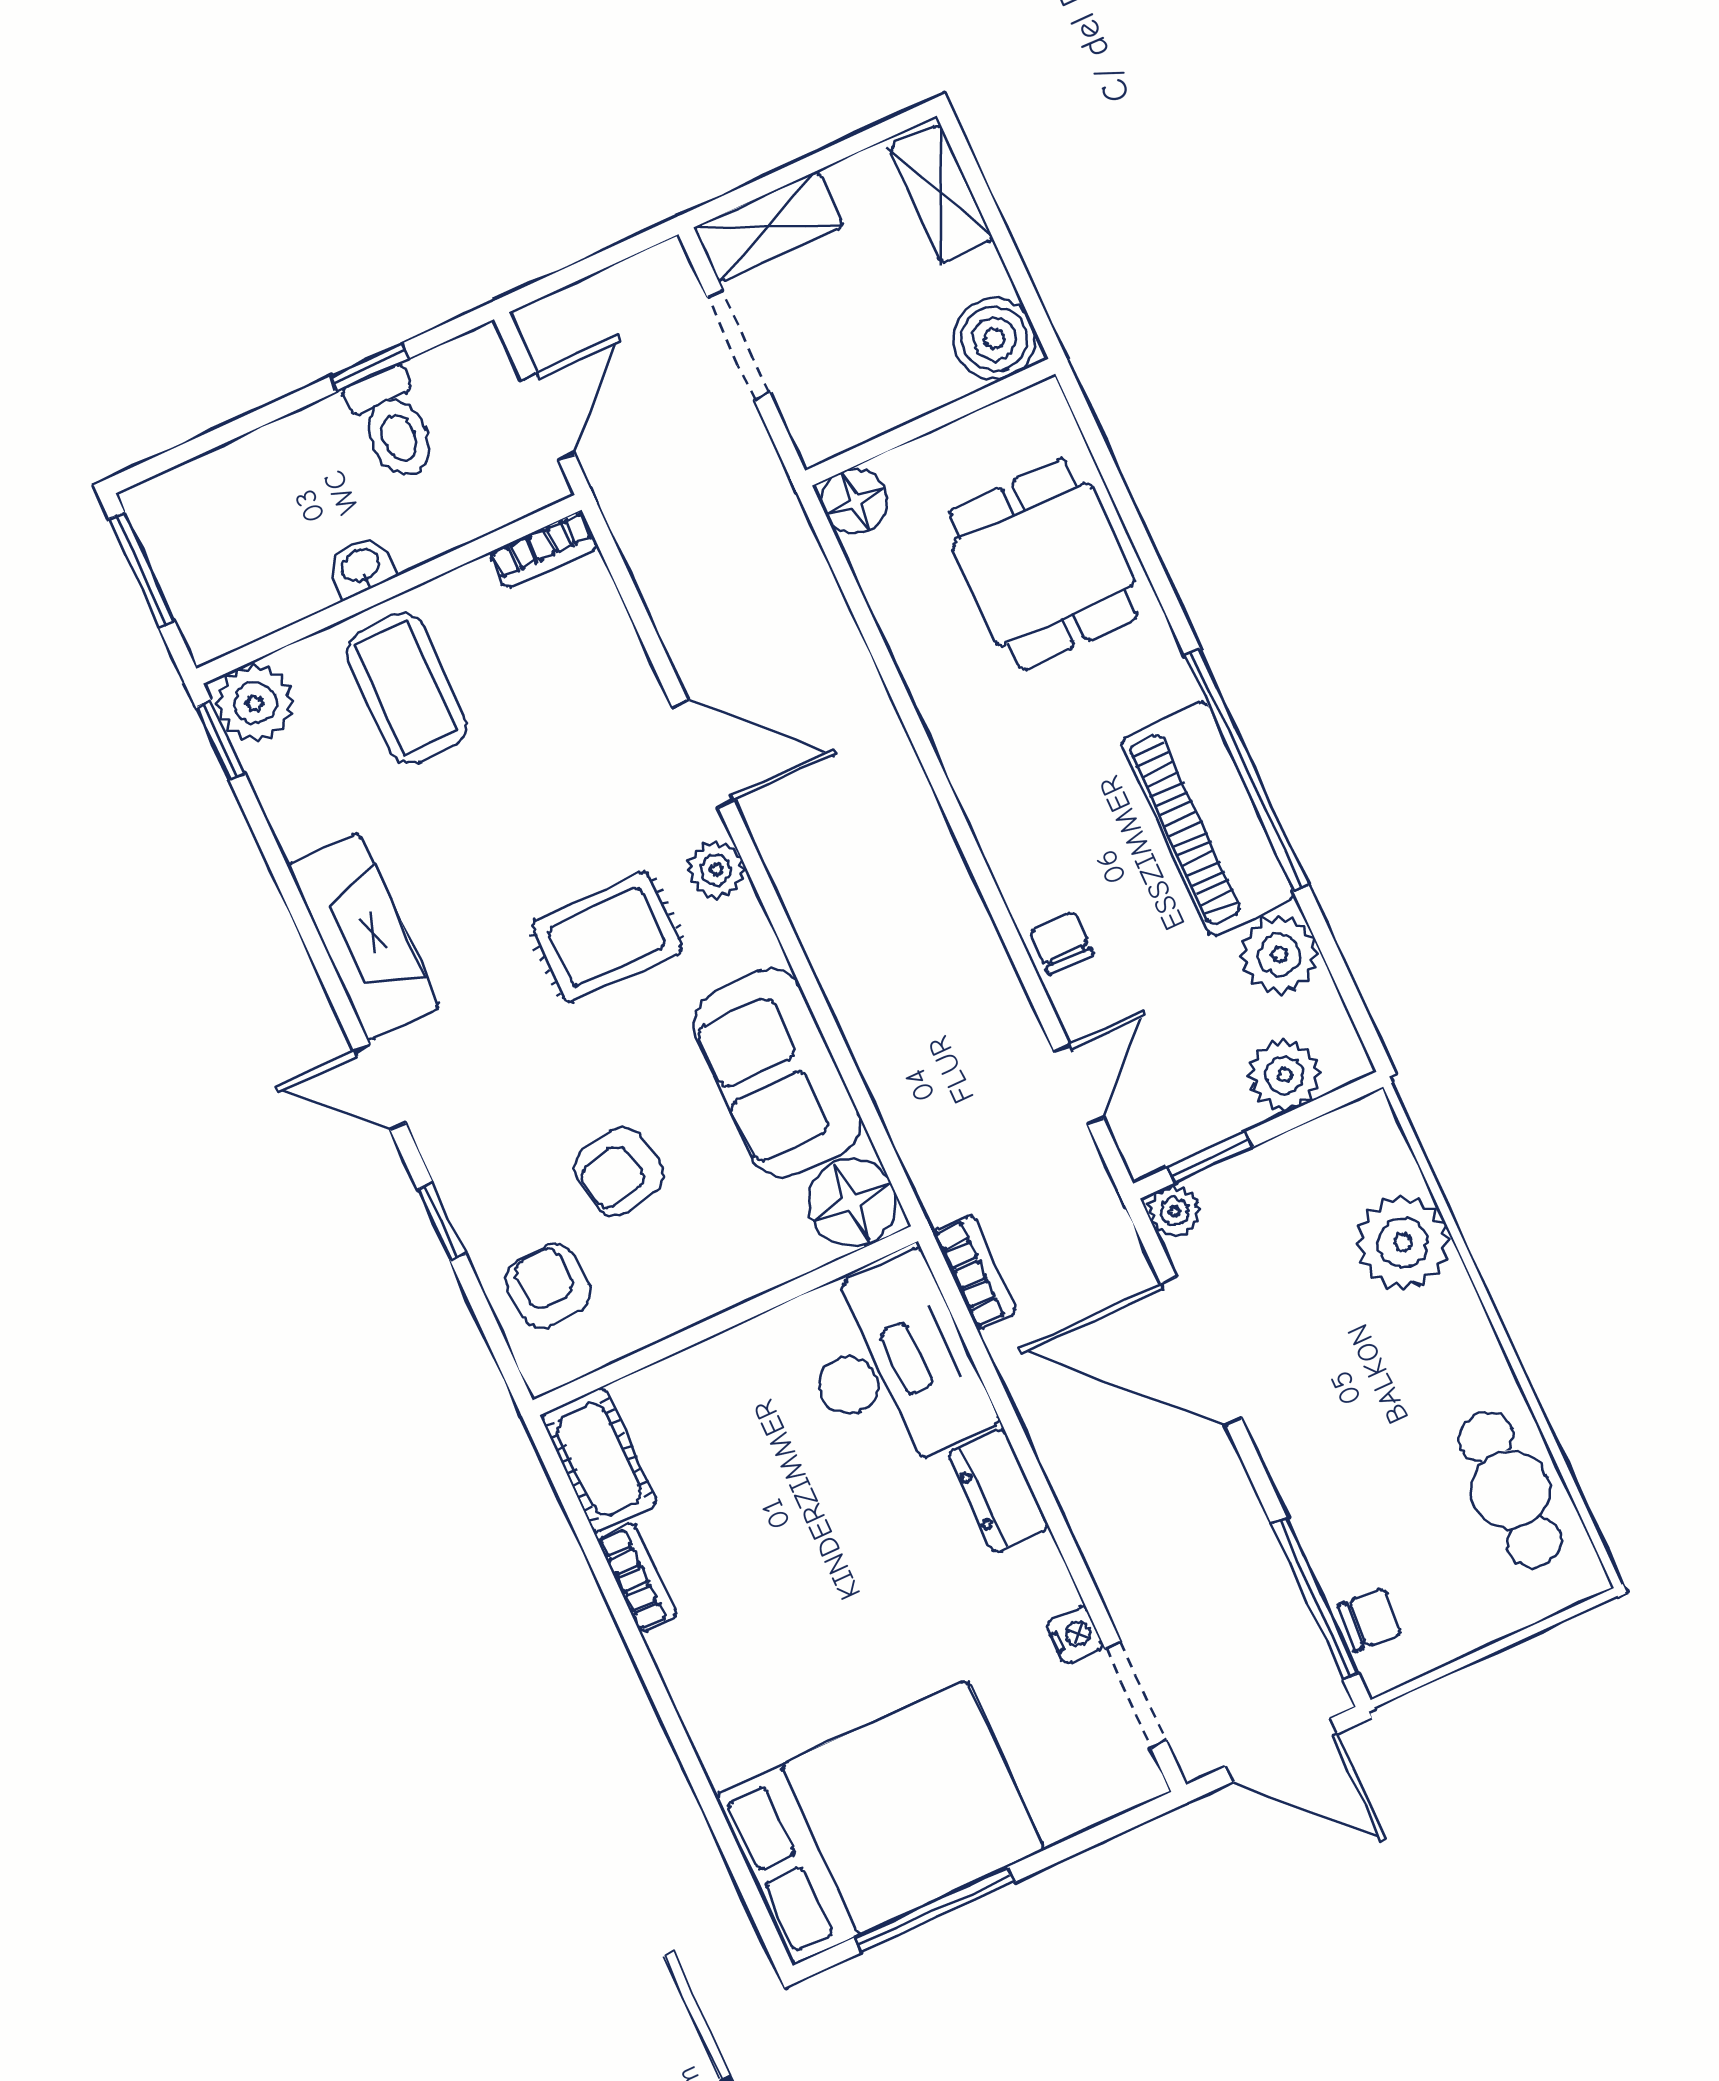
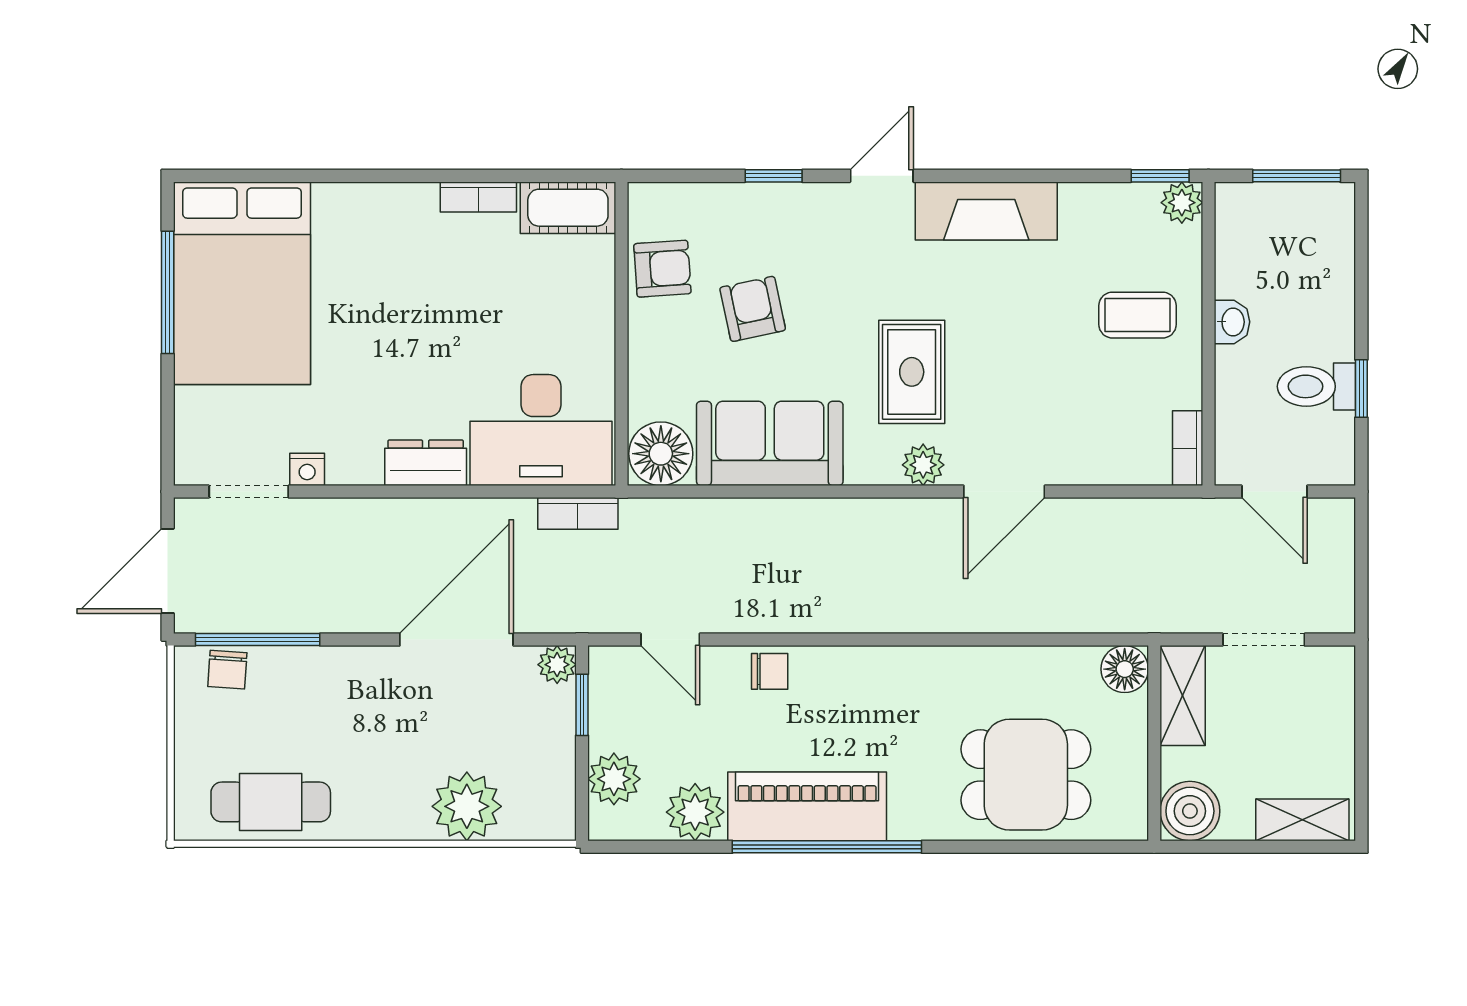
shelving: (769, 227) -> (1183, 696), moved
coffee table: (406, 688) -> (1138, 315), width x0.73, depth x0.77
plant: (255, 703) -> (1182, 203), width x0.73, depth x0.73
armchair: (548, 1286) -> (662, 269), moved

